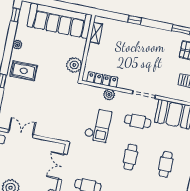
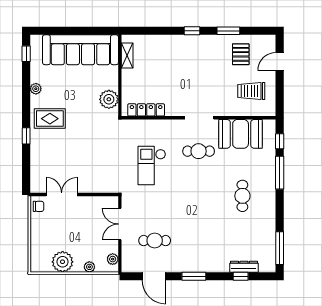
window: (135, 20) -> (192, 31), moved
plant: (109, 95) -> (158, 126), removed
checkout: (98, 125) -> (152, 165), turned 180
cafe table: (130, 157) -> (199, 196), removed

